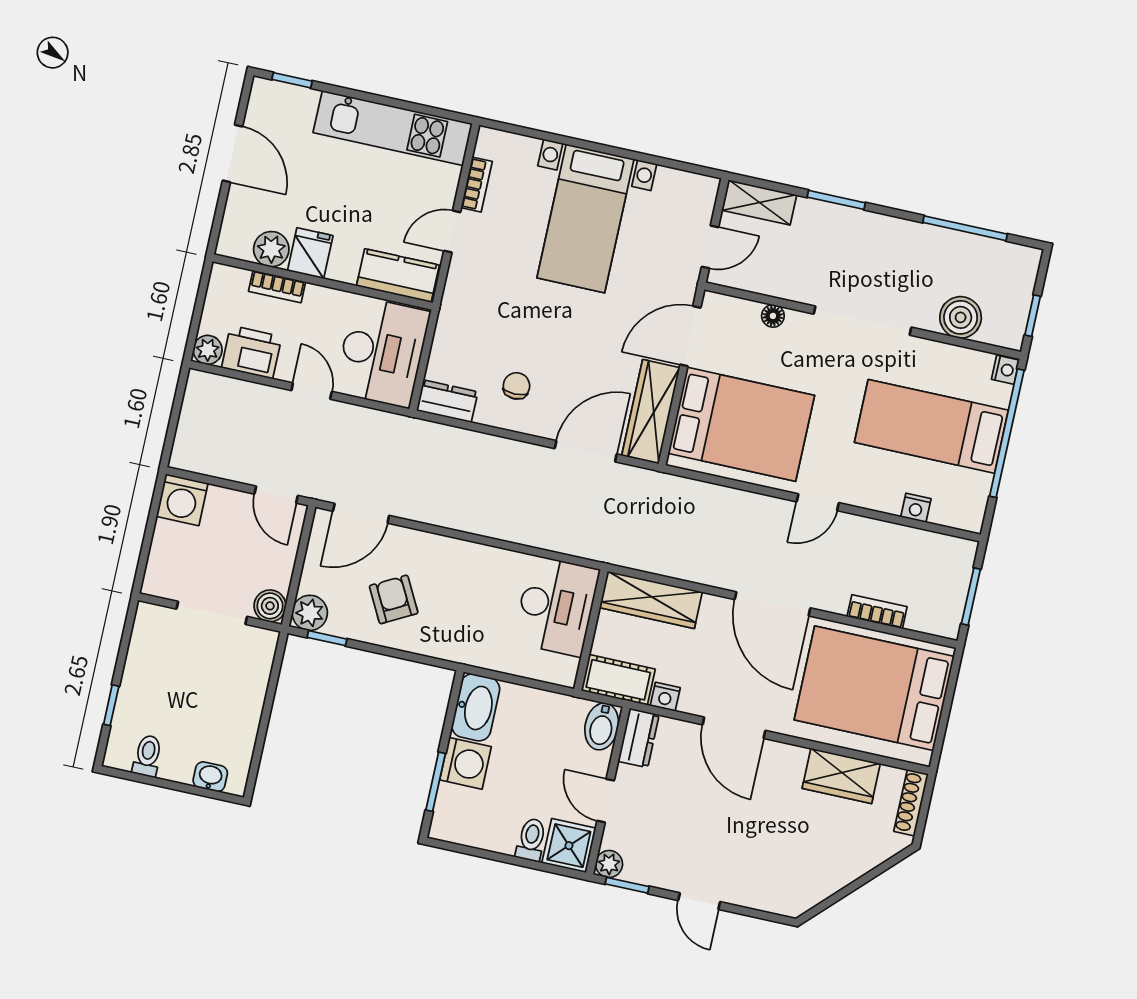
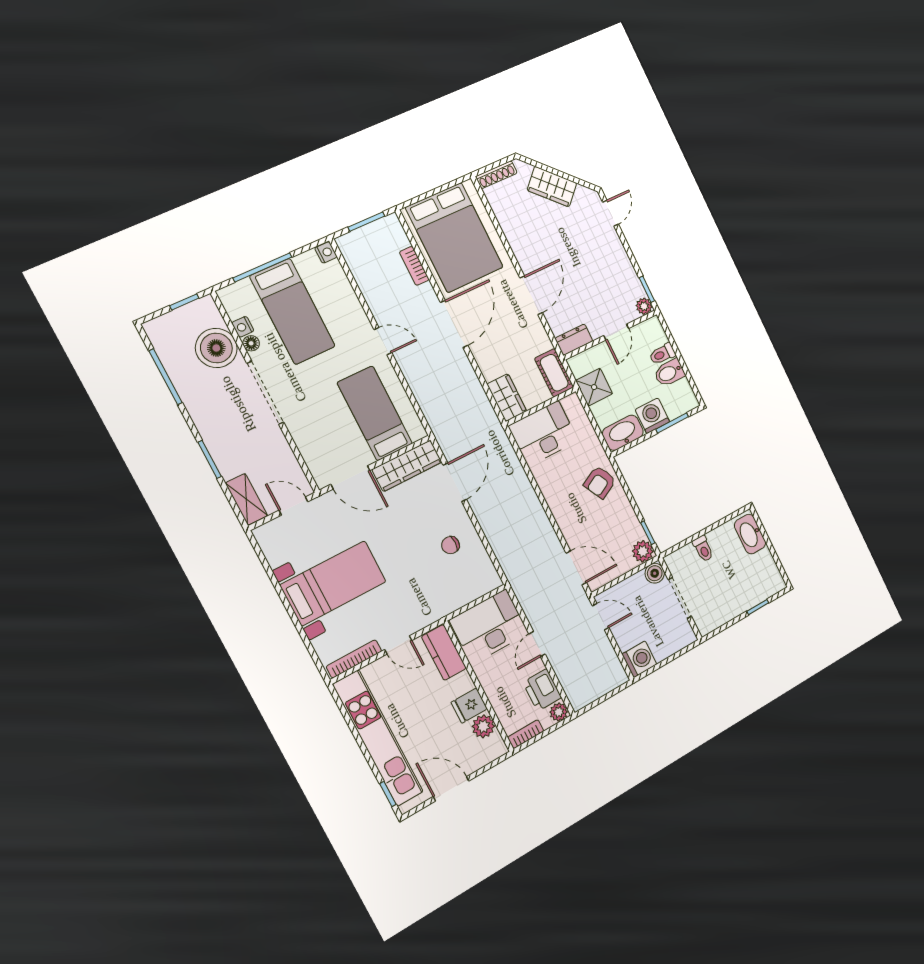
kitchen unit: (393, 128) -> (378, 738), width x1.36
door: (233, 154) -> (451, 789), hinge flipped
bookcase: (477, 185) -> (354, 659), width x1.56
bookcase: (277, 287) -> (526, 734), moved, turned -90
floor lamp: (773, 316) -> (251, 343), moved
boiler: (961, 317) -> (216, 348), width x1.37, depth x1.37
nightstand: (1005, 370) -> (243, 327), moved, turned -90
dresser: (447, 401) -> (487, 573), removed
bed: (741, 424) -> (375, 413), width x0.67
window: (1007, 433) -> (262, 267), width x0.68
door: (586, 451) -> (455, 482), swing flipped
door: (276, 495) -> (601, 617), hinge flipped
nightstand: (916, 508) -> (326, 252), moved
armchair: (394, 599) -> (600, 482), moved
wardrobe: (651, 600) -> (507, 398), width x0.67
nightstand: (665, 697) -> (544, 342), removed
bidet: (602, 726) -> (669, 373), moved, turned 180
toilet: (147, 756) -> (703, 549), moved, turned -90
wardrobe: (841, 776) -> (552, 187), moved, turned 135
washbasin: (210, 777) -> (750, 534), width x1.91, depth x1.45
shower: (569, 846) -> (594, 387), moved
door: (699, 901) -> (610, 213), moved

